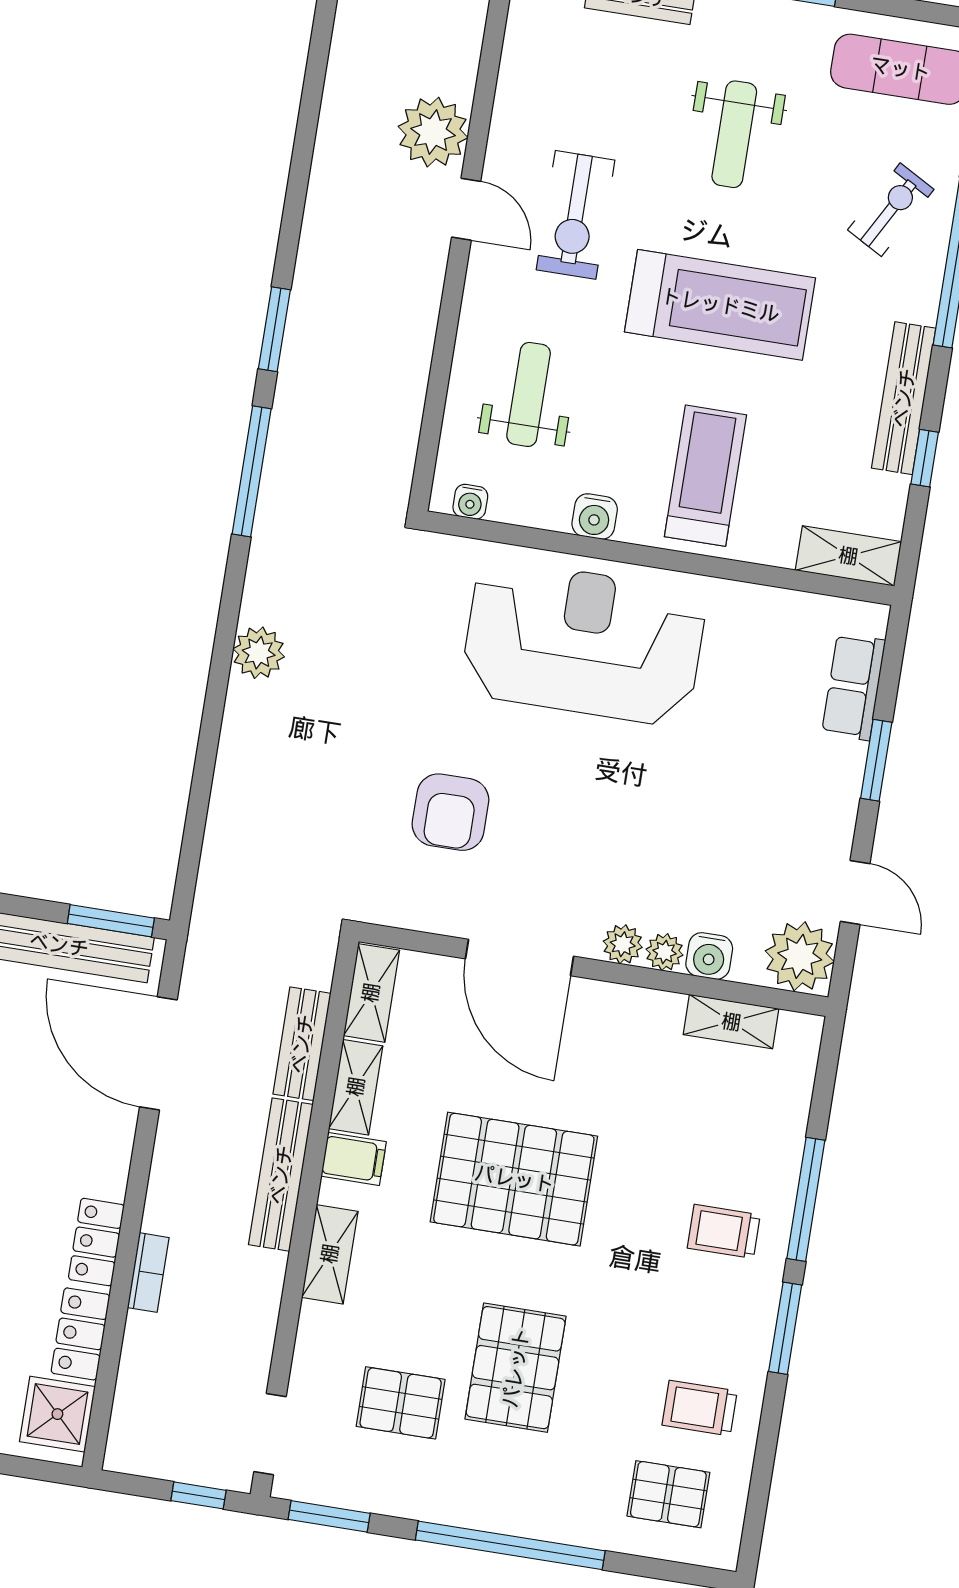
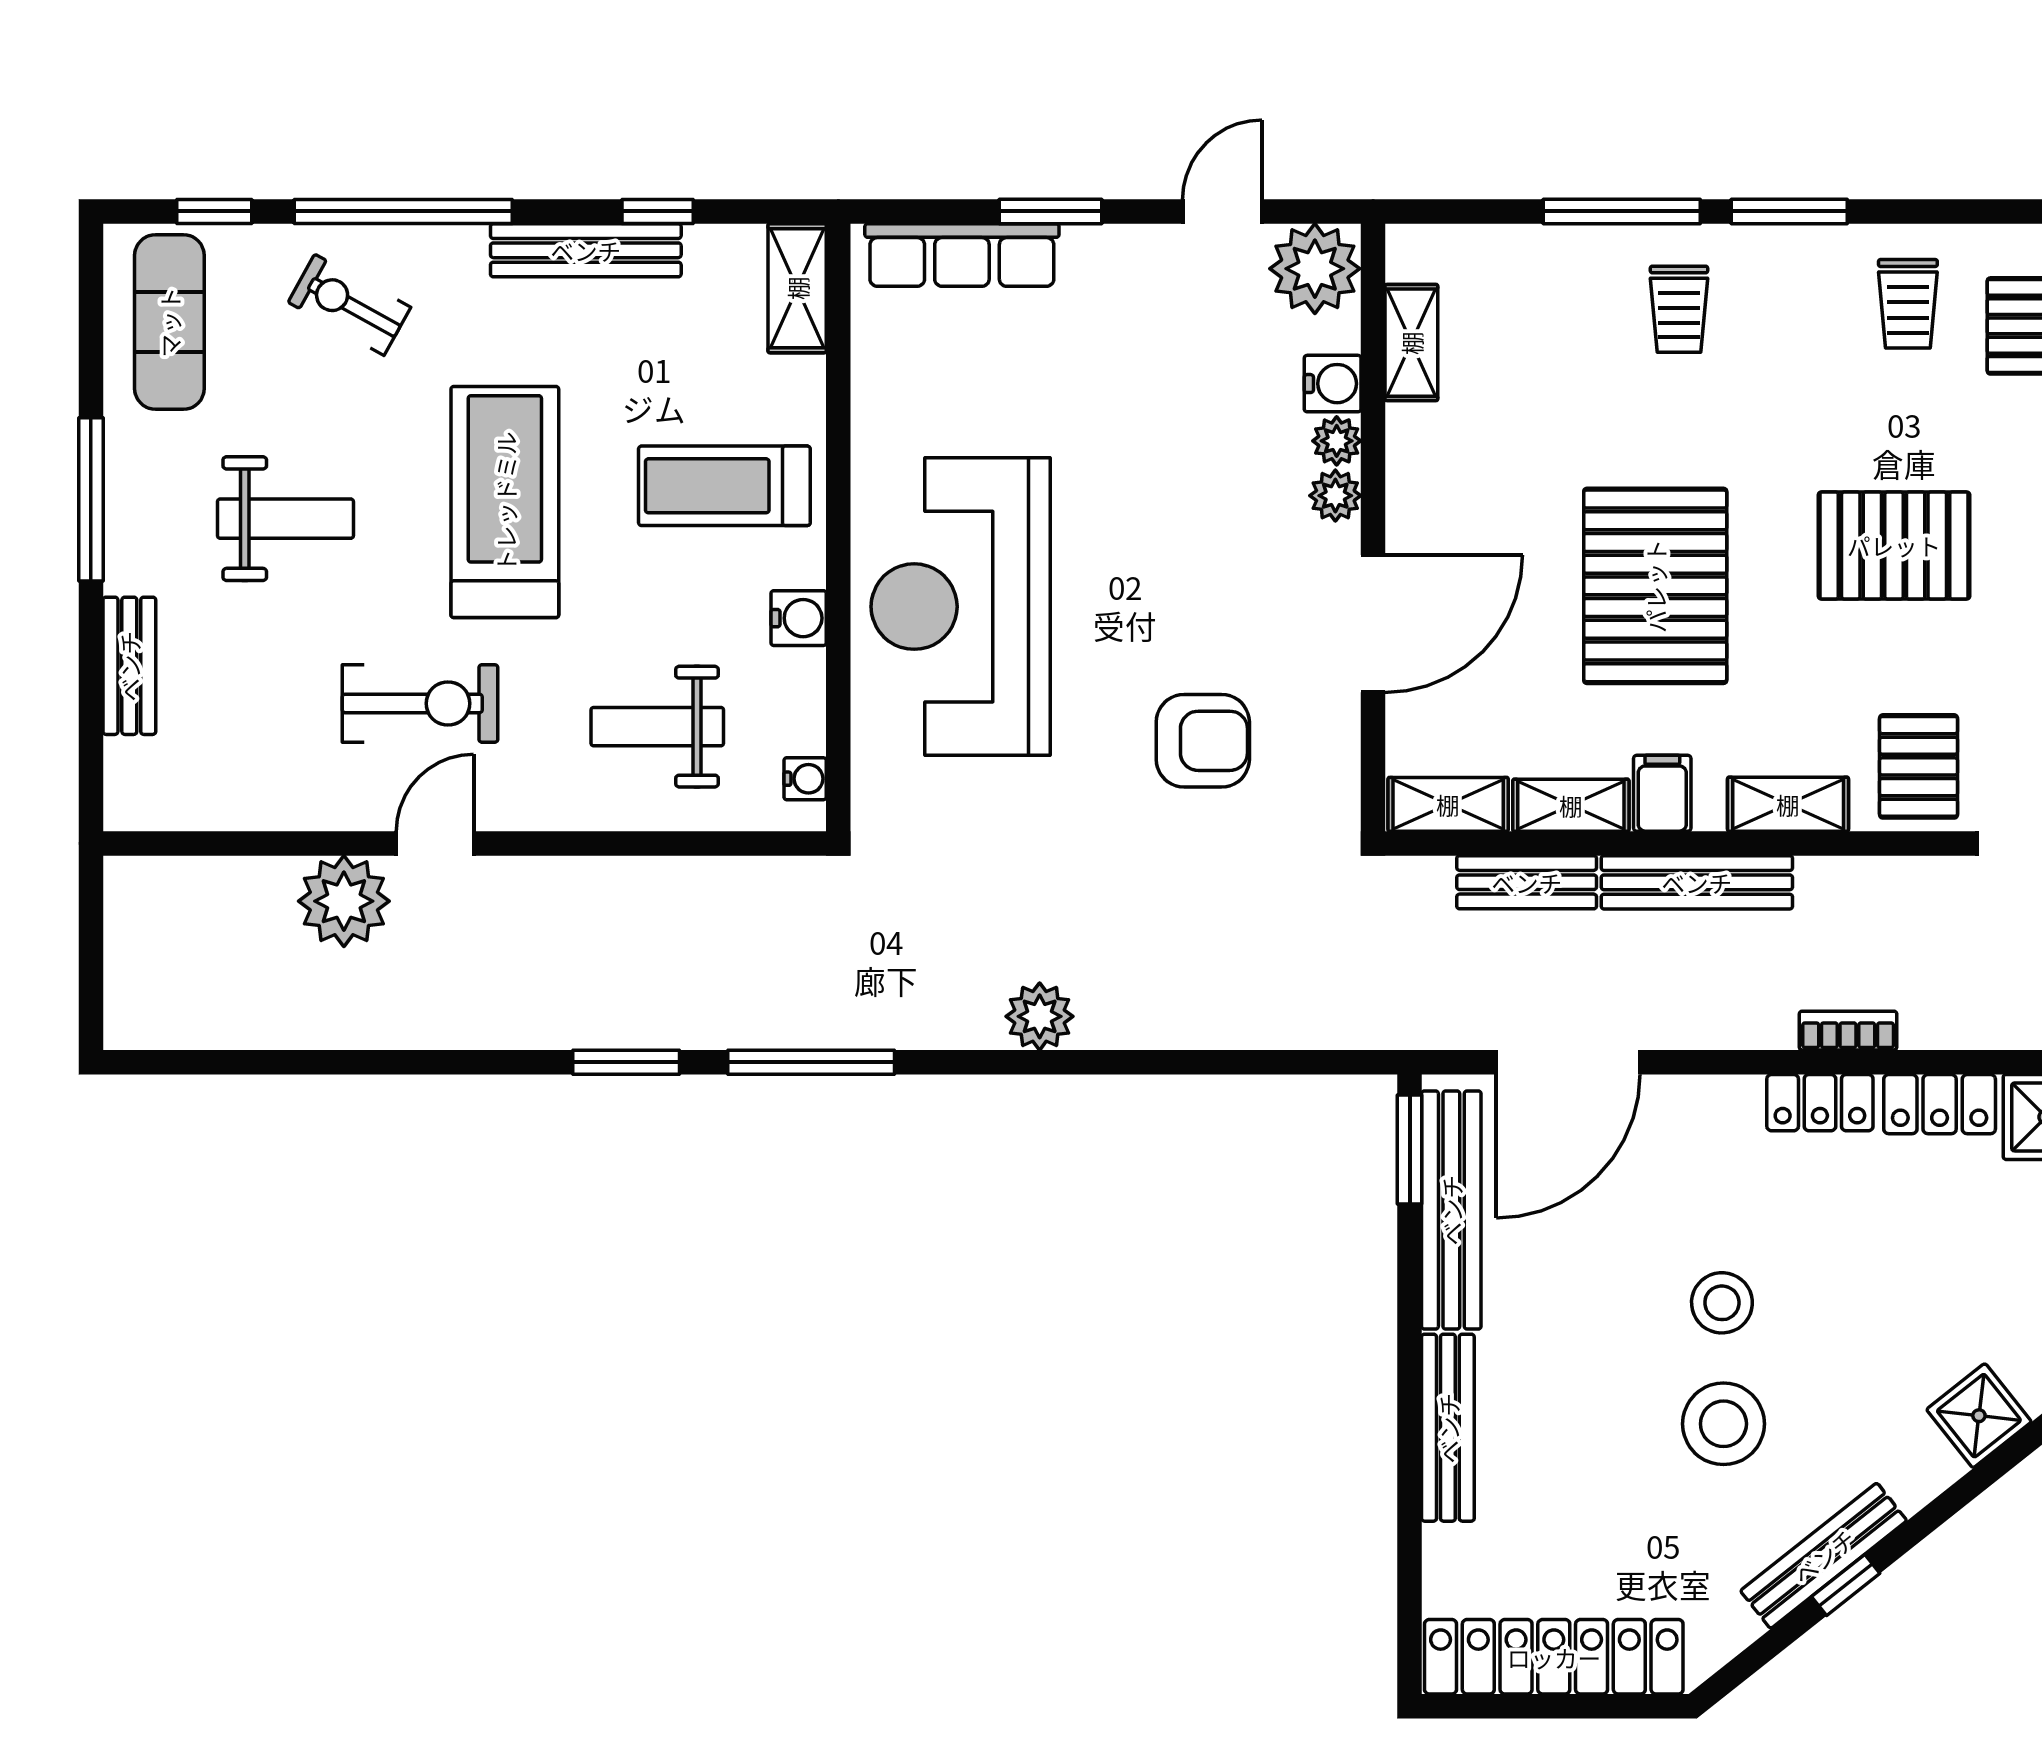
row of seats: (854, 687) -> (962, 255), width x1.48
pallet: (401, 1403) -> (1919, 766), moved

